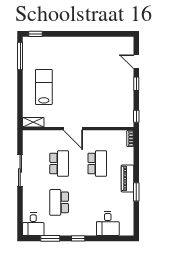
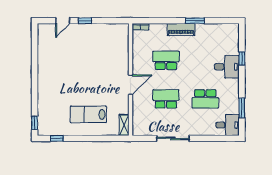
window: (20, 56) -> (57, 138), width x0.46
window: (136, 116) -> (118, 21), removed
desk: (108, 224) -> (227, 67), moved
window: (78, 238) -> (242, 58), moved

